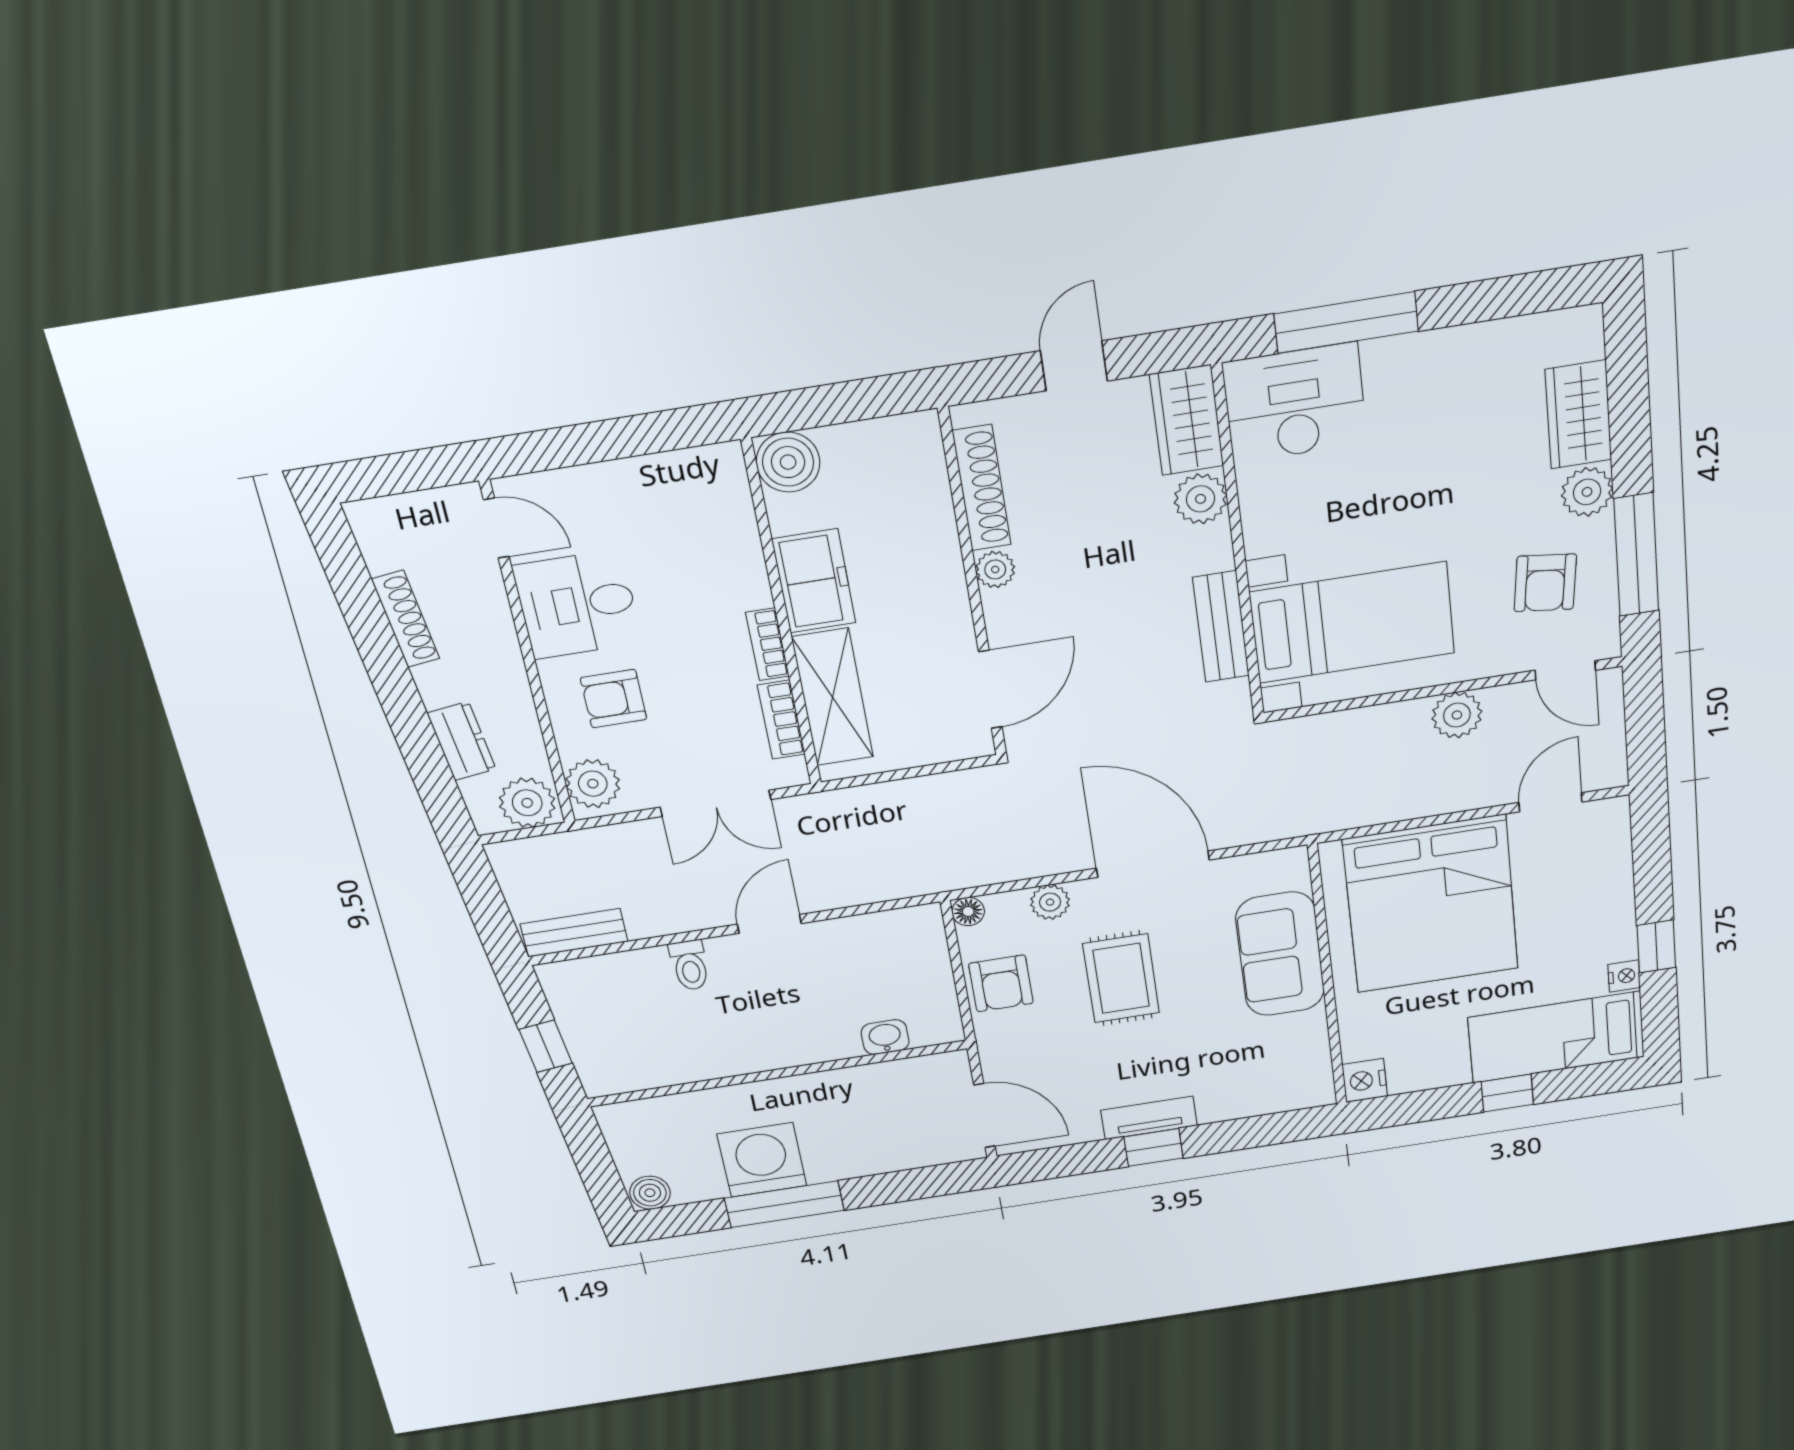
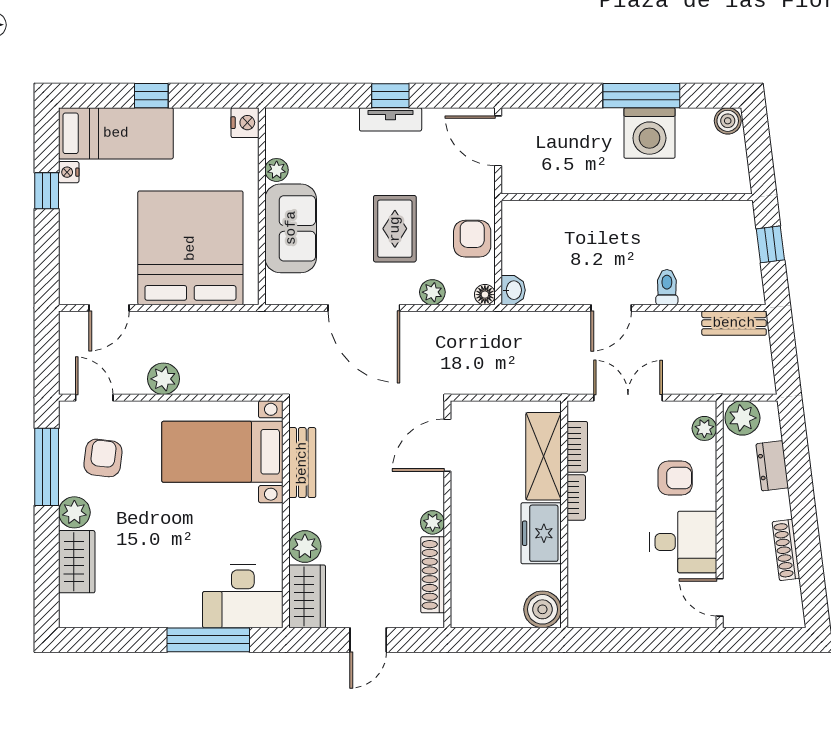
plant: (593, 784) -> (704, 428), width x0.73, depth x0.73
plant: (1311, 1027) -> (277, 170), added
washbasin: (885, 1037) -> (513, 290), moved, turned -90

